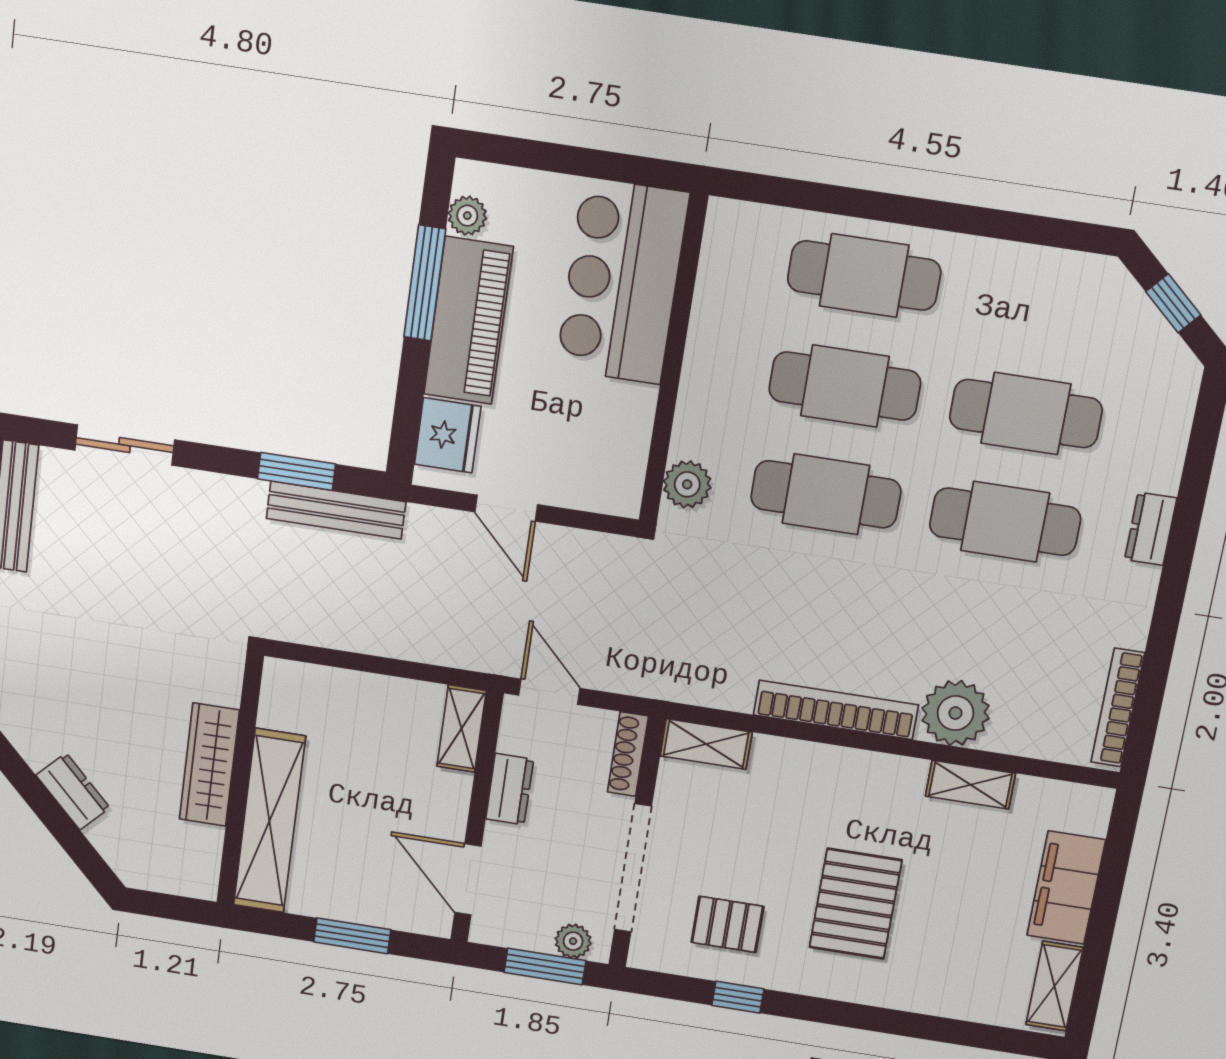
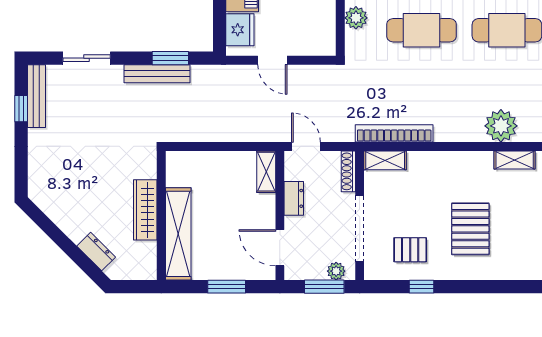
plant: (687, 484) -> (356, 18), moved
bench: (336, 510) -> (157, 74), moved
bookcase: (836, 710) -> (394, 133), moved
dresser: (73, 792) -> (96, 252), moved

